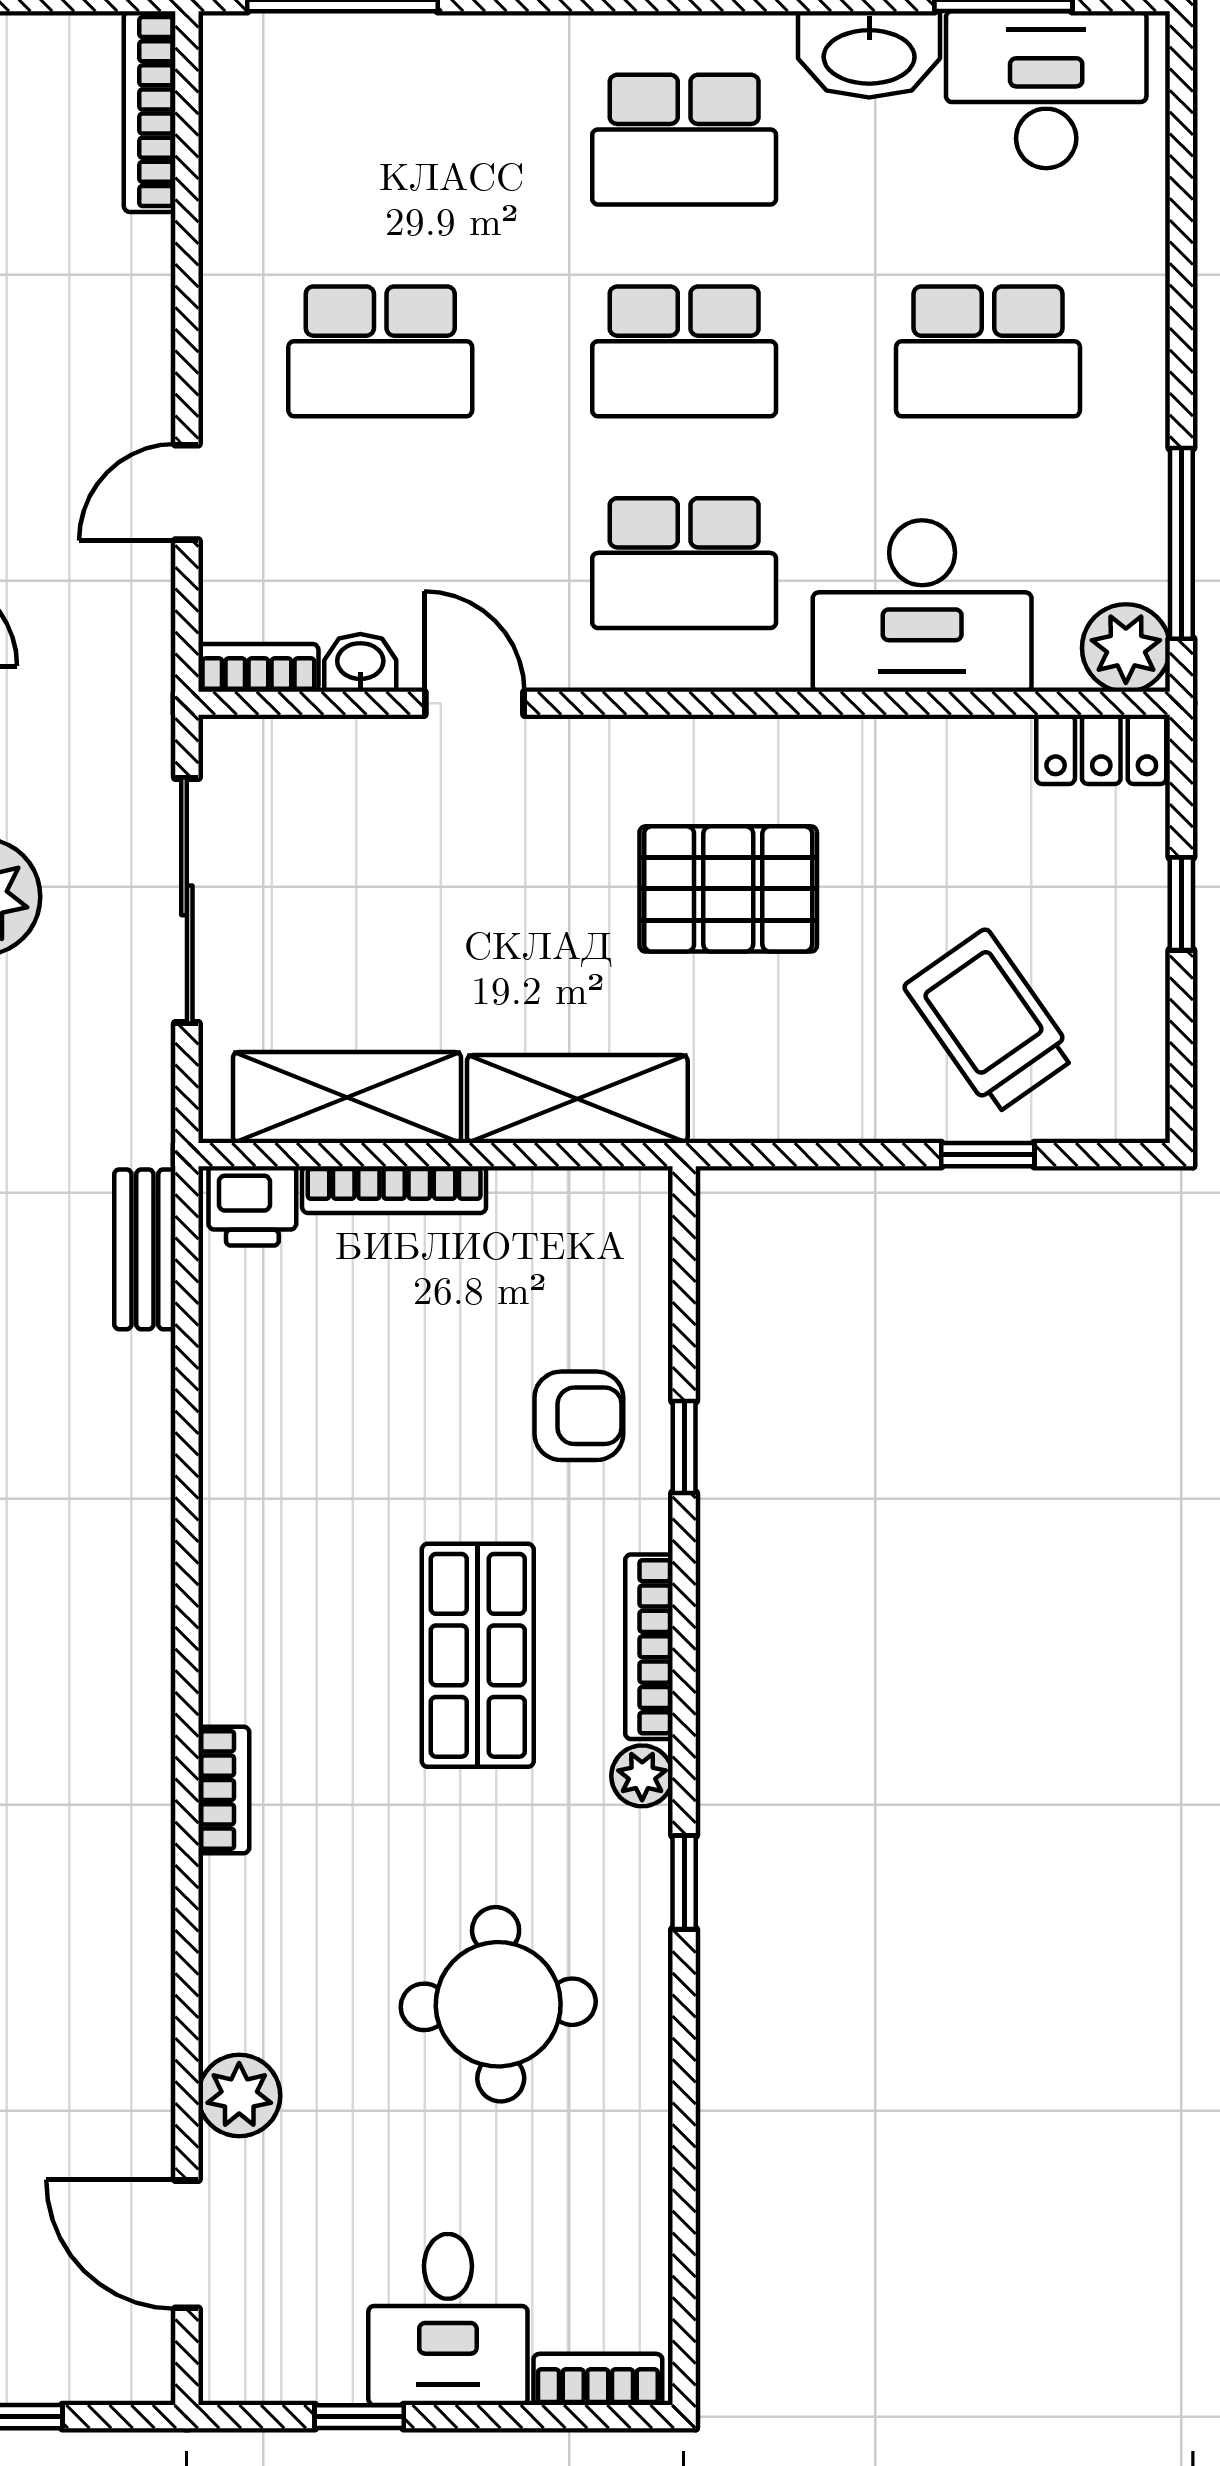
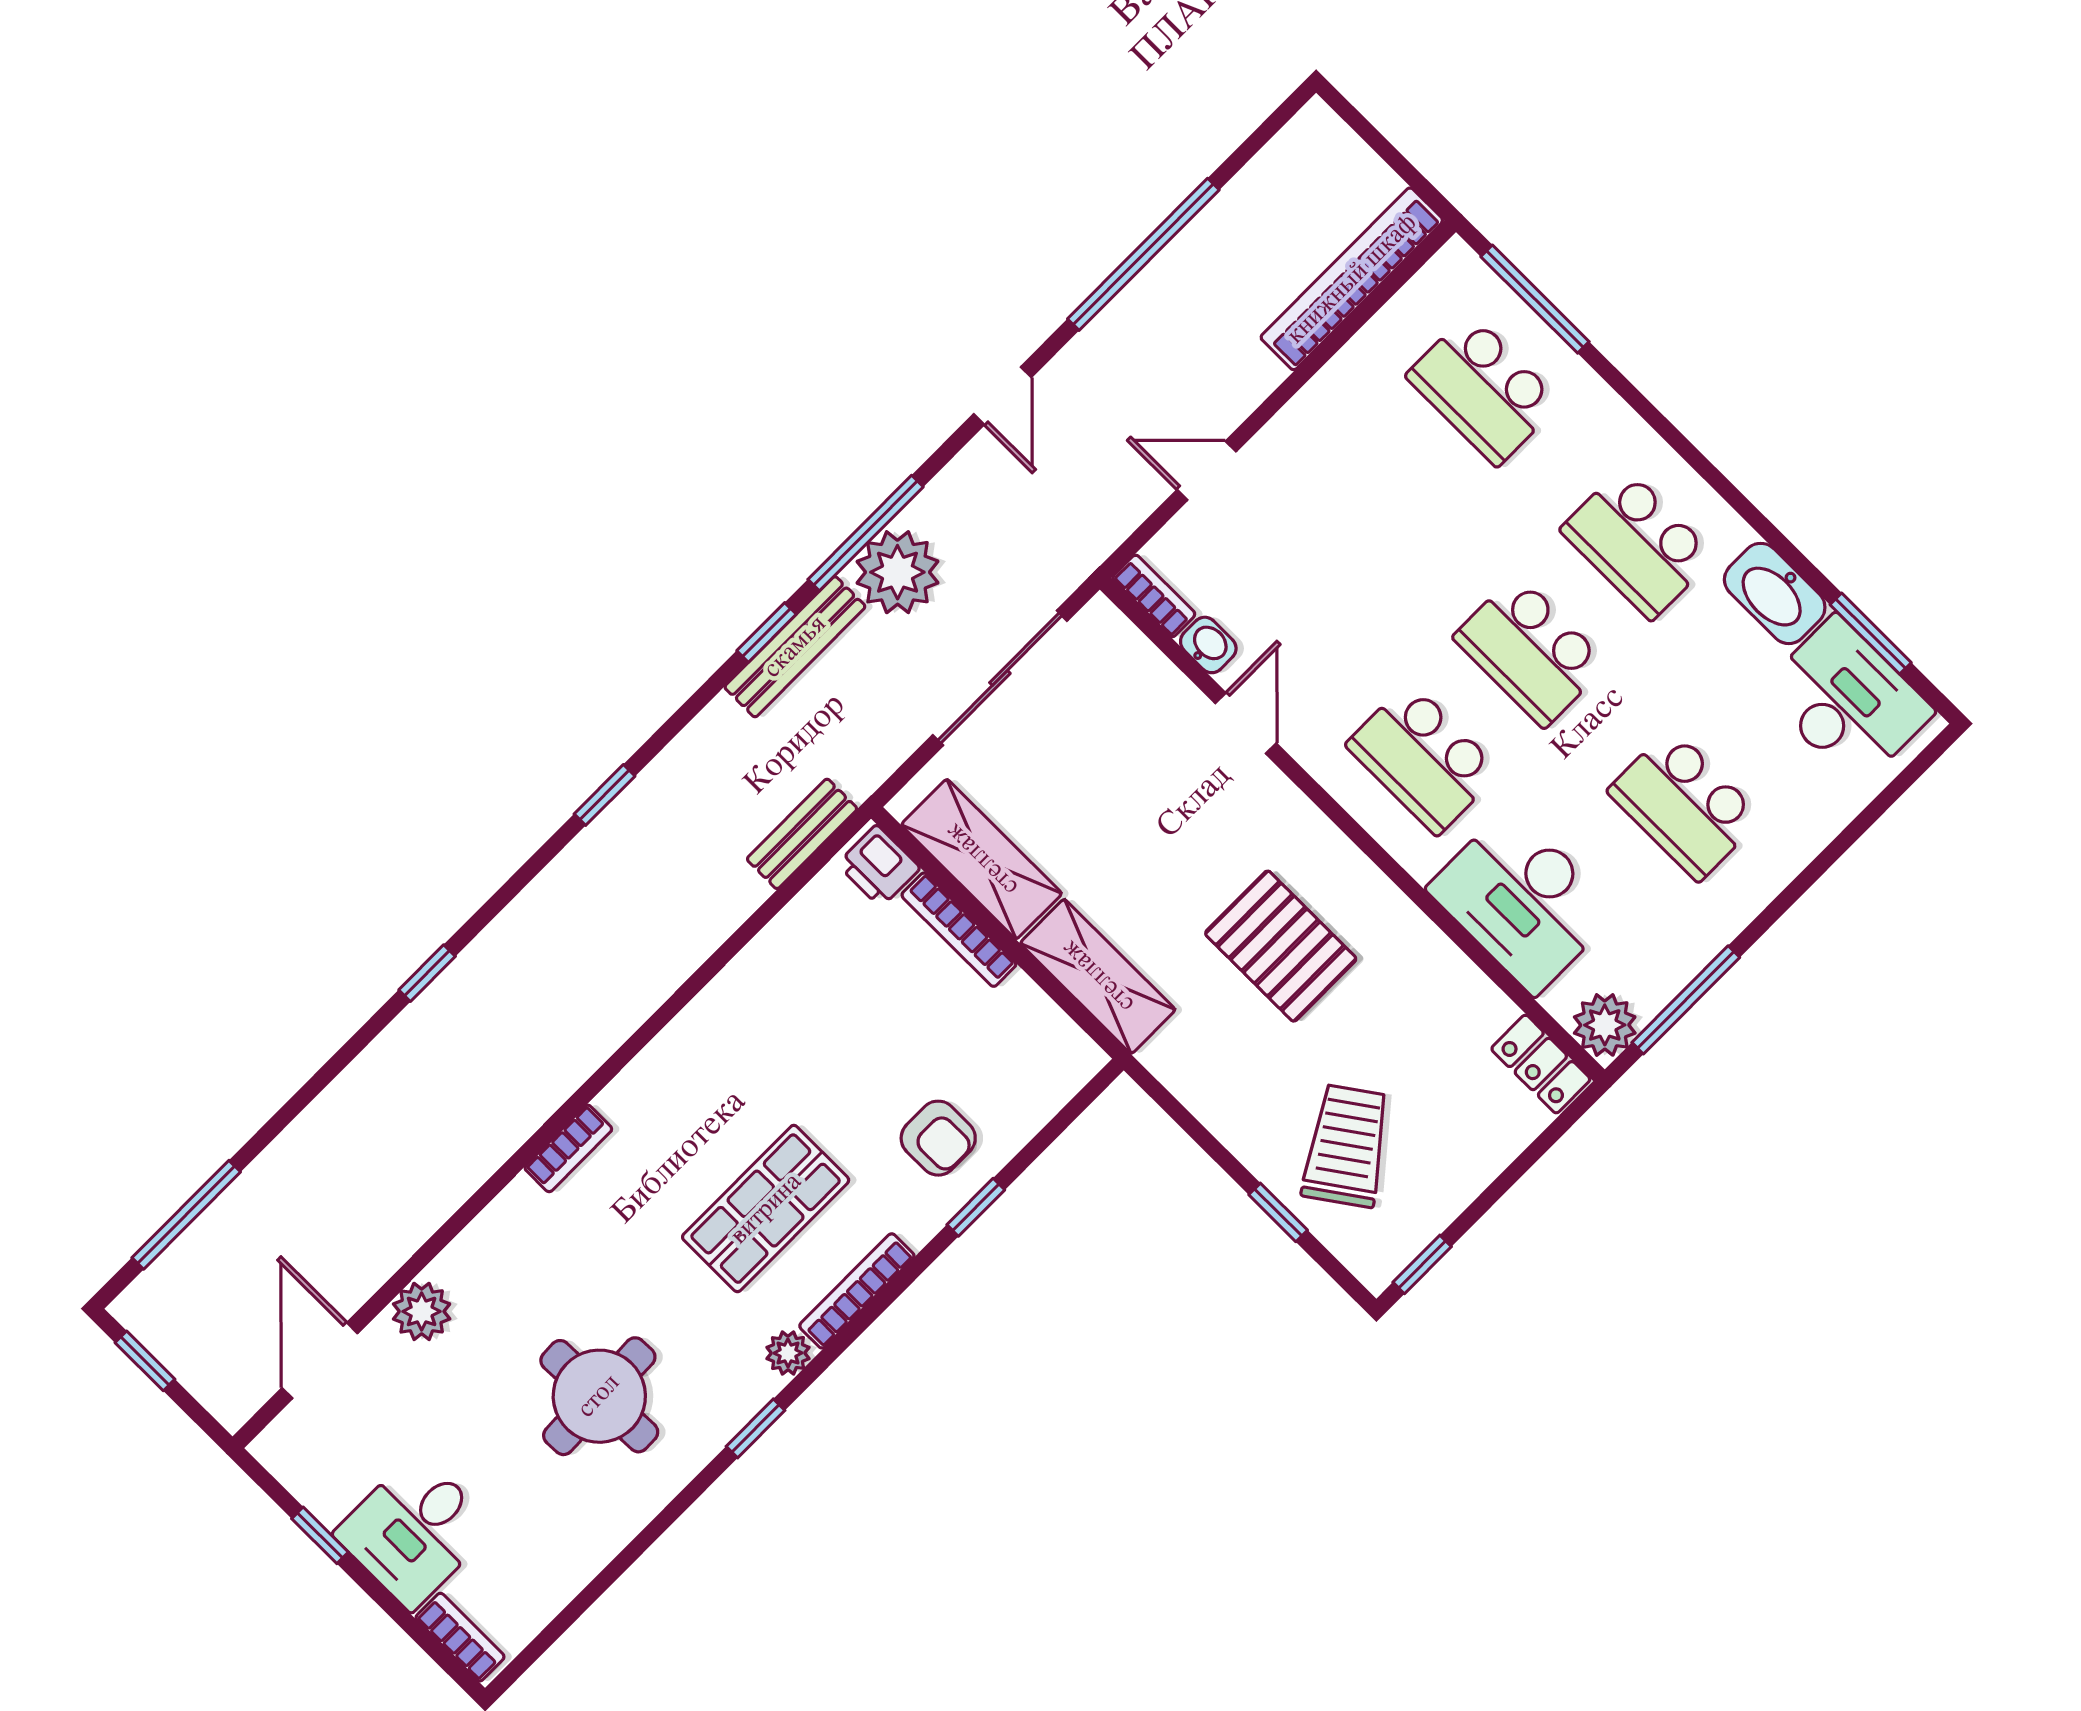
bookcase: (150, 112) -> (1352, 279), width x1.48, depth x1.31
school desk: (380, 351) -> (1483, 389), moved
window: (1181, 904) -> (1422, 1264), moved

